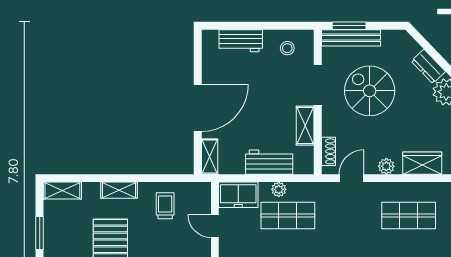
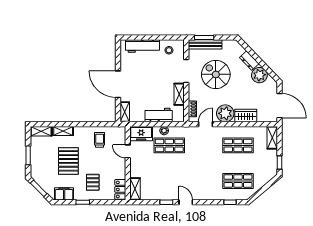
workbench: (241, 41) -> (143, 46), width x1.38
door: (198, 108) -> (118, 84), swing flipped
plant: (386, 166) -> (225, 113), width x1.88, depth x1.88
shelving: (119, 190) -> (63, 131), moved

